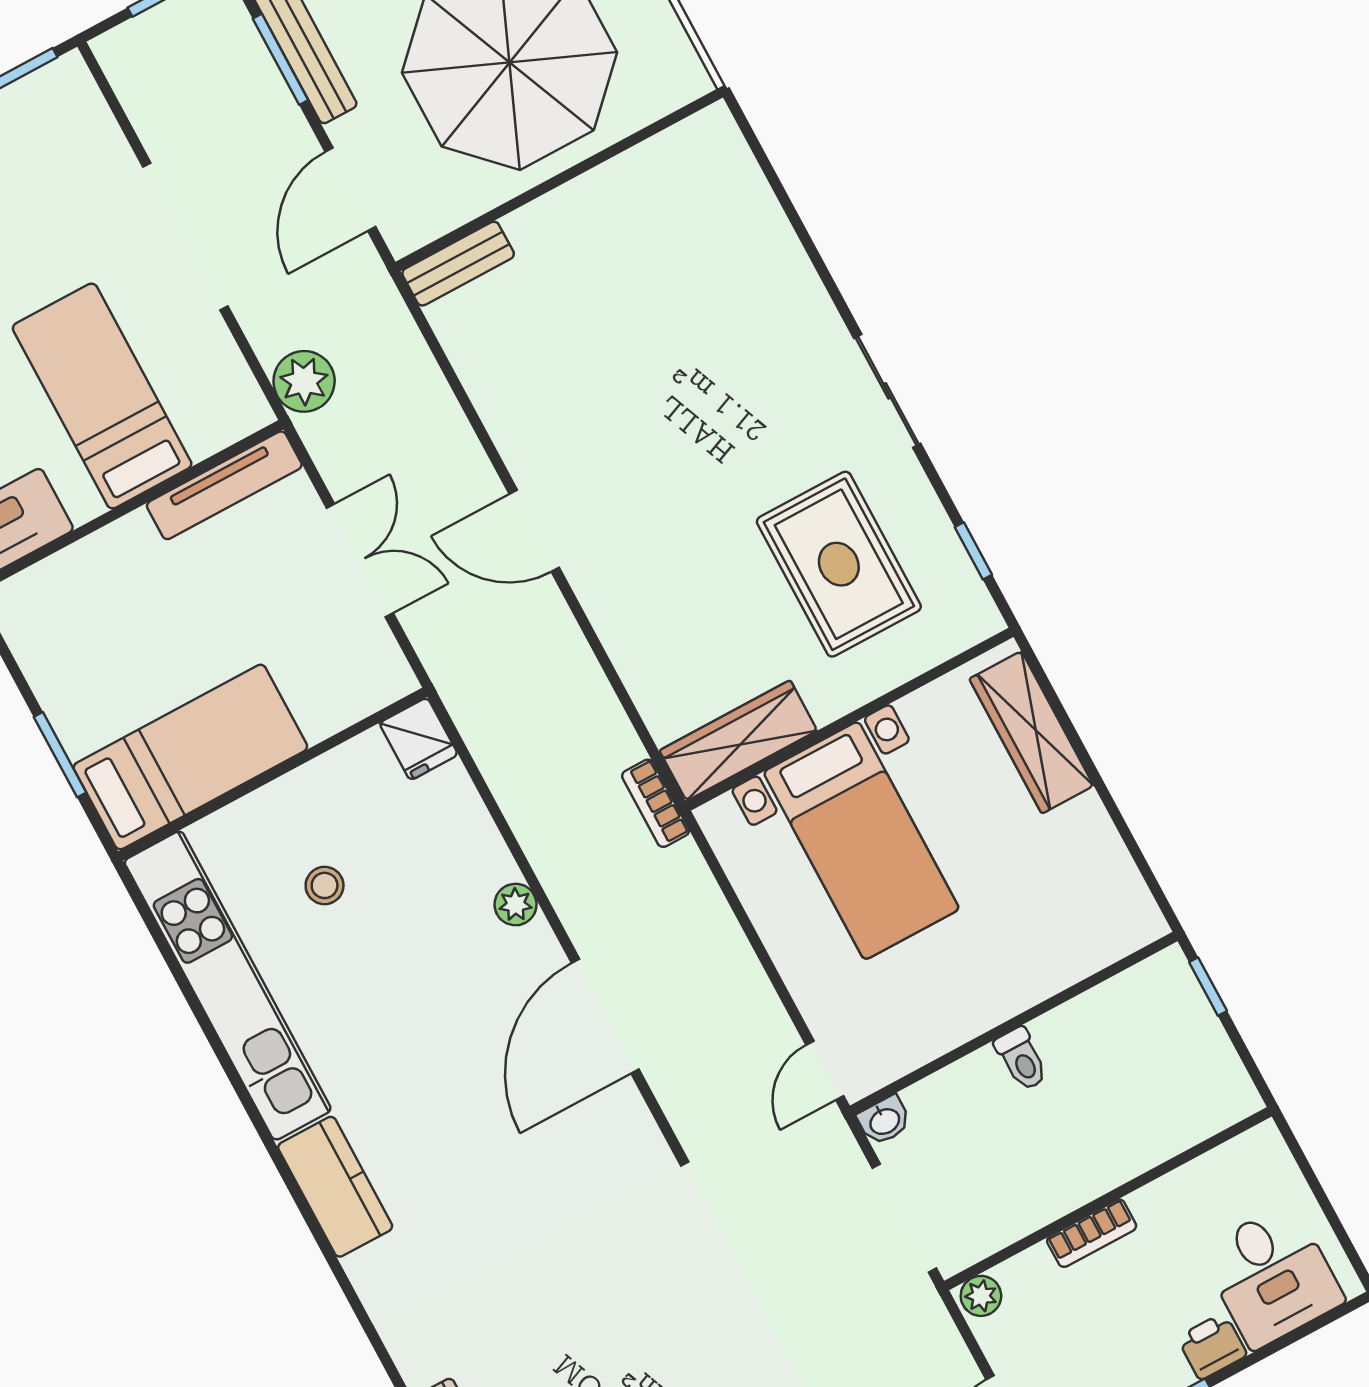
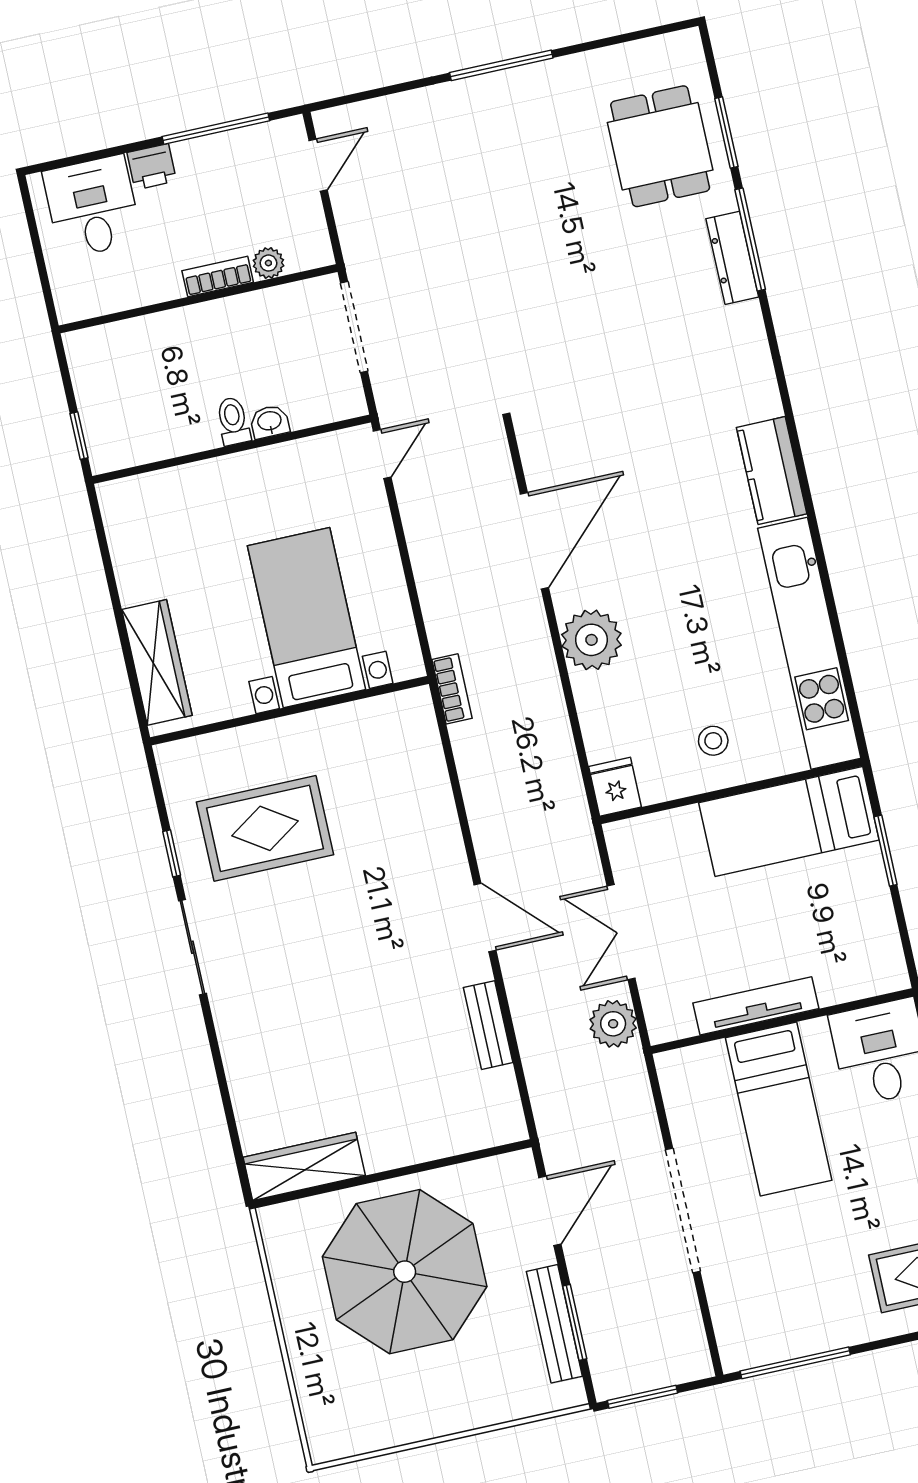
bench: (458, 264) -> (488, 1025), moved, turned 90
plant: (304, 381) -> (613, 1024), moved
tv unit: (224, 485) -> (756, 1006), moved
window: (973, 551) -> (172, 853), moved
rug: (839, 564) -> (265, 828), turned 90
wardrobe: (738, 741) -> (304, 1166), moved, turned 180
stool: (325, 885) -> (713, 741), moved
plant: (516, 905) -> (591, 640), width x1.88, depth x1.88
washbasin: (884, 1121) -> (270, 422), moved
plant: (981, 1296) -> (268, 263), moved

